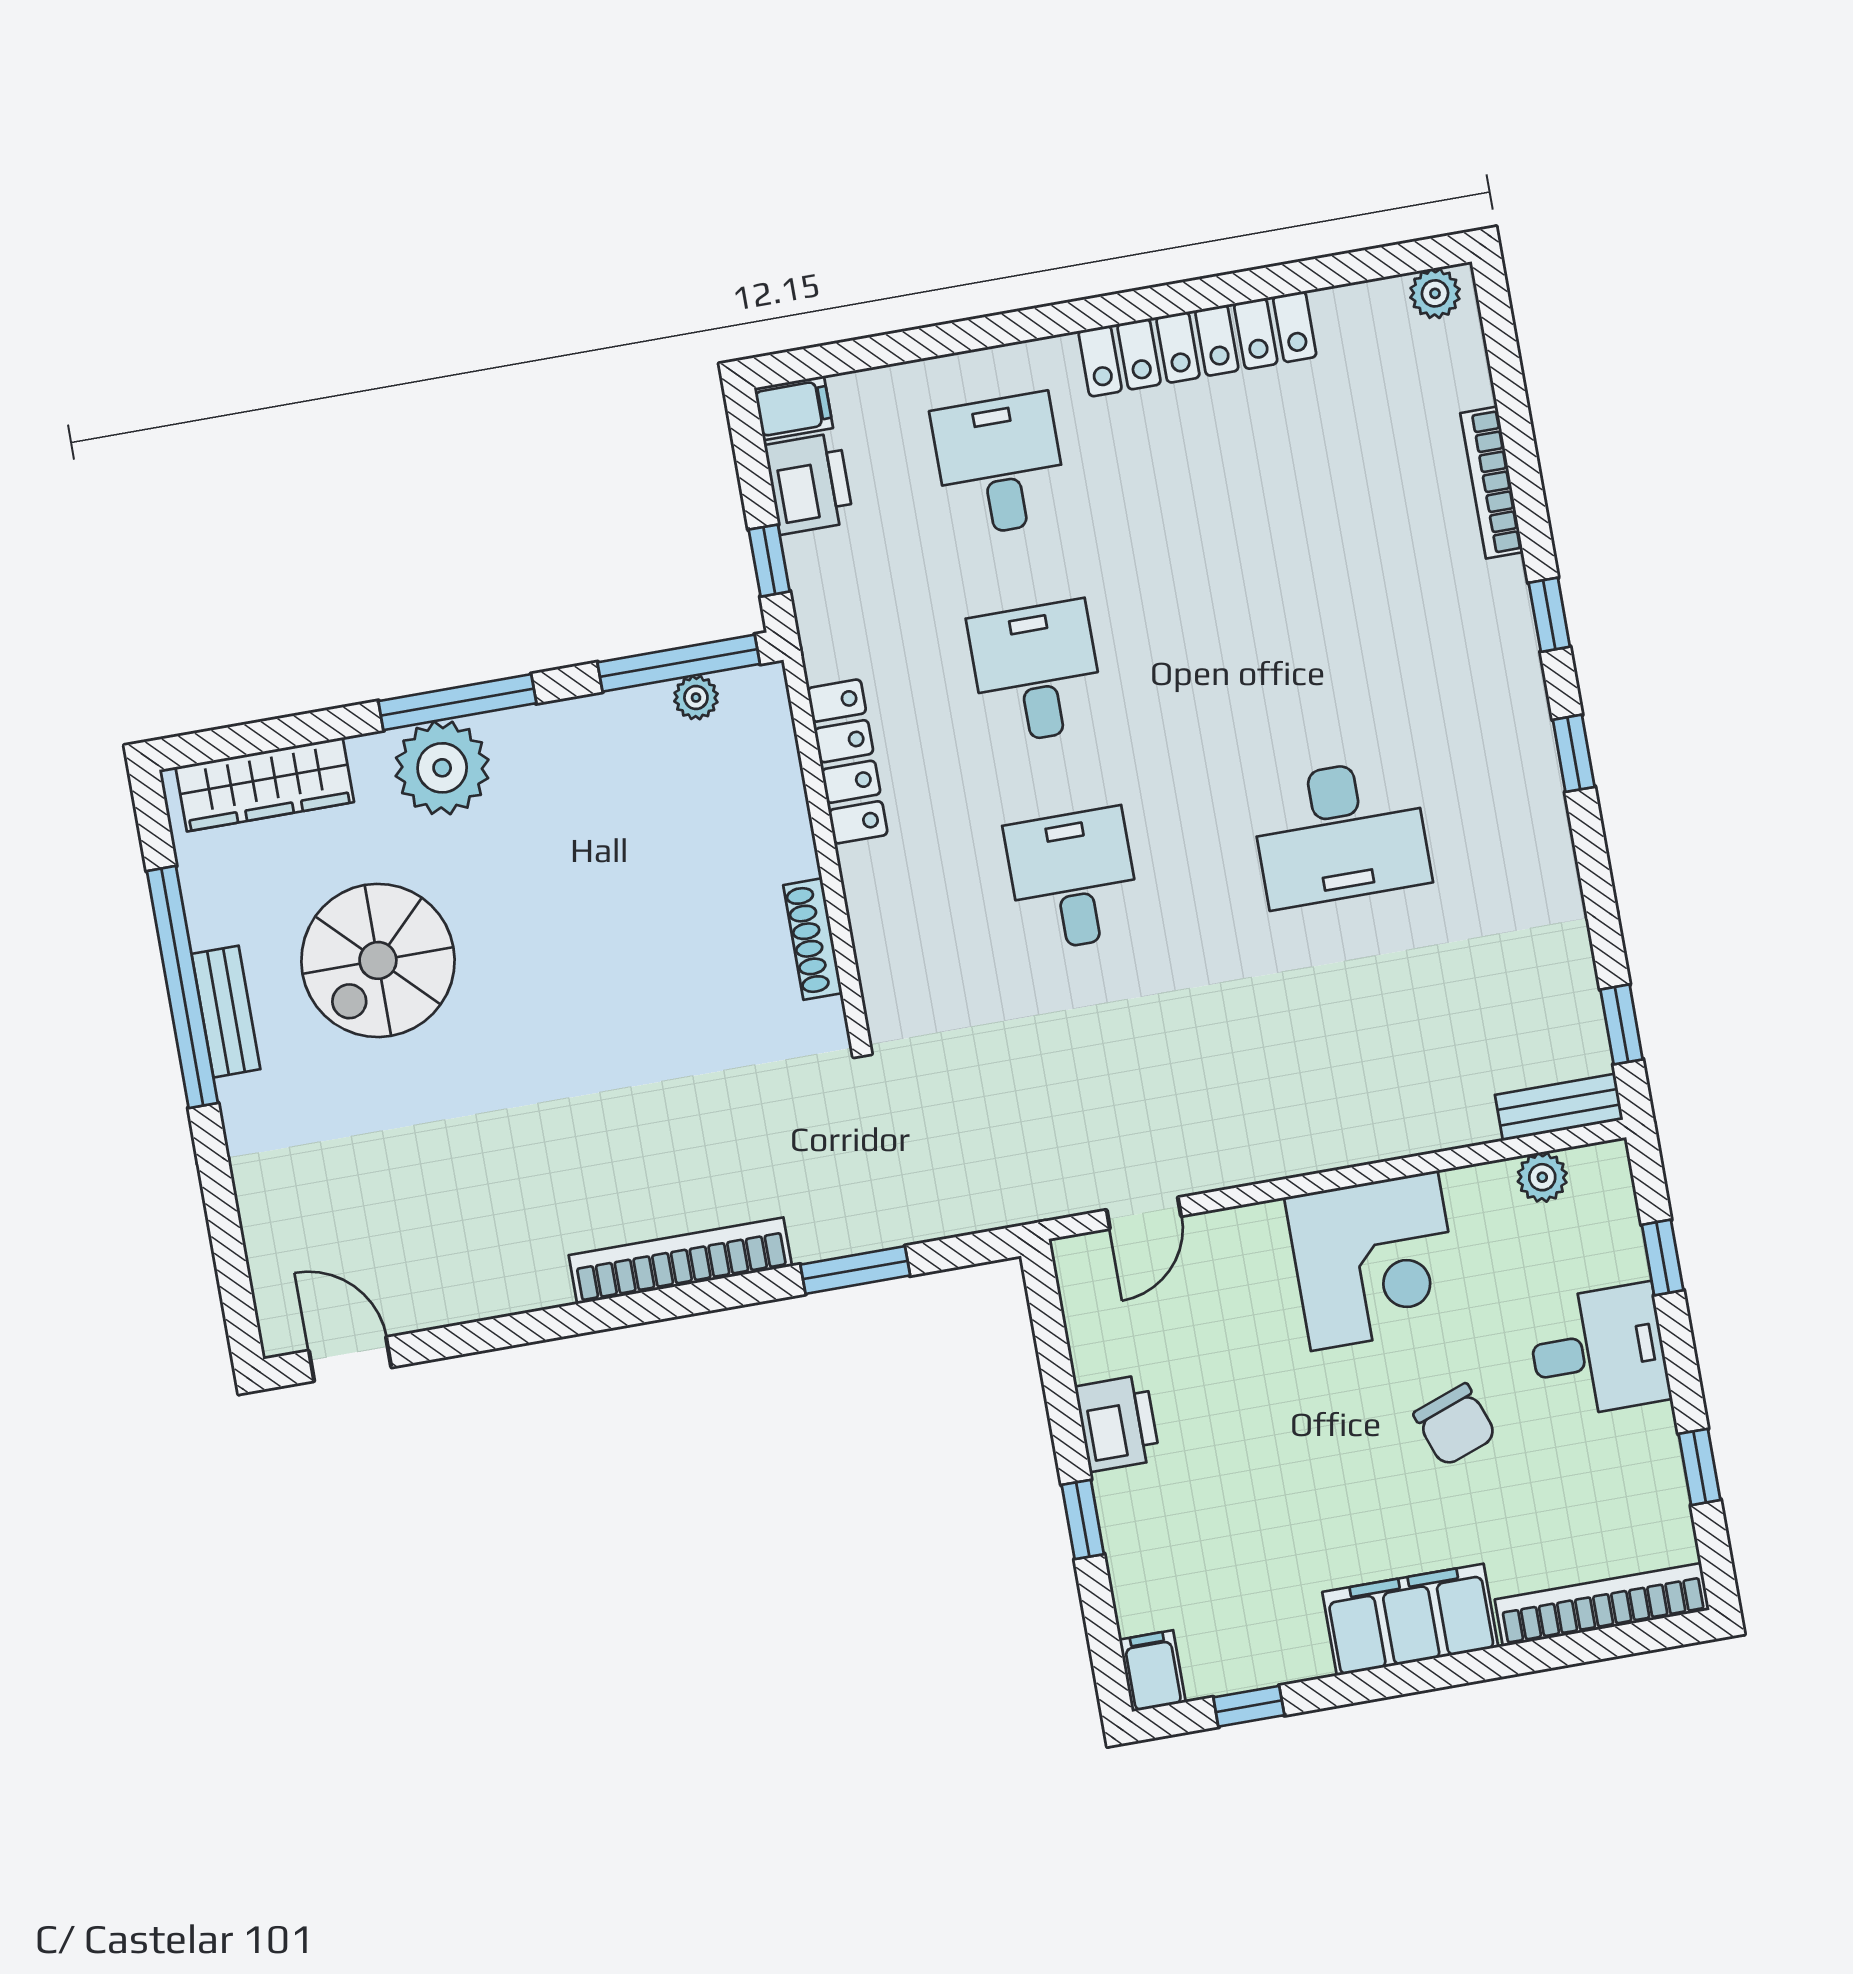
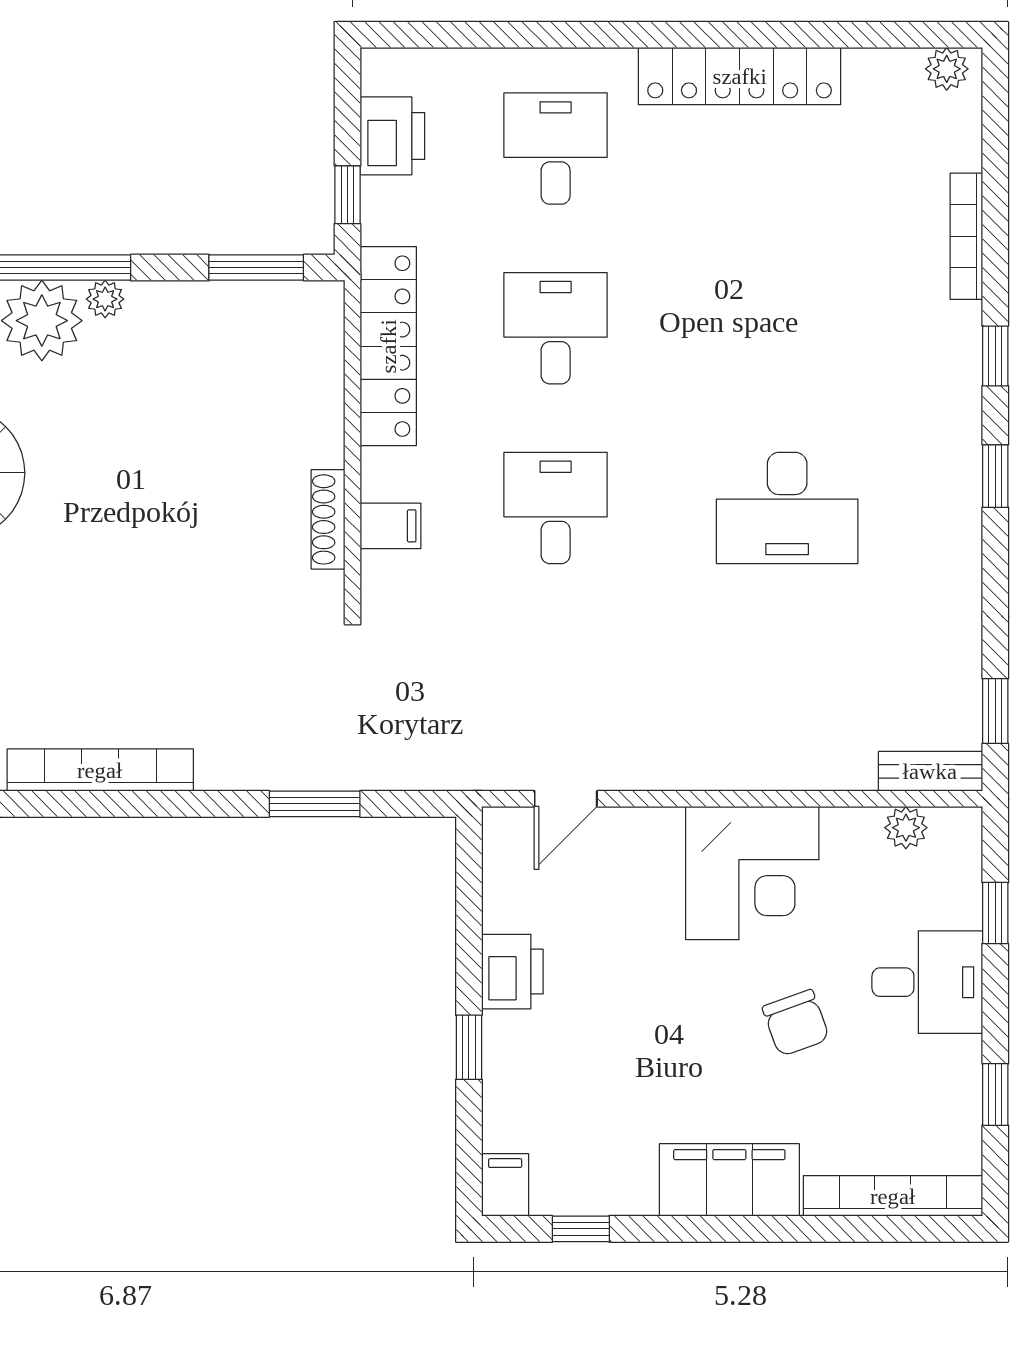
filing cabinet: (793, 408) -> (390, 526), moved
window: (679, 663) -> (256, 268), width x0.69
plant: (696, 698) -> (105, 299), moved
locker: (847, 761) -> (388, 346), width x1.41, depth x1.21
bookcase: (680, 1261) -> (100, 770), moved

